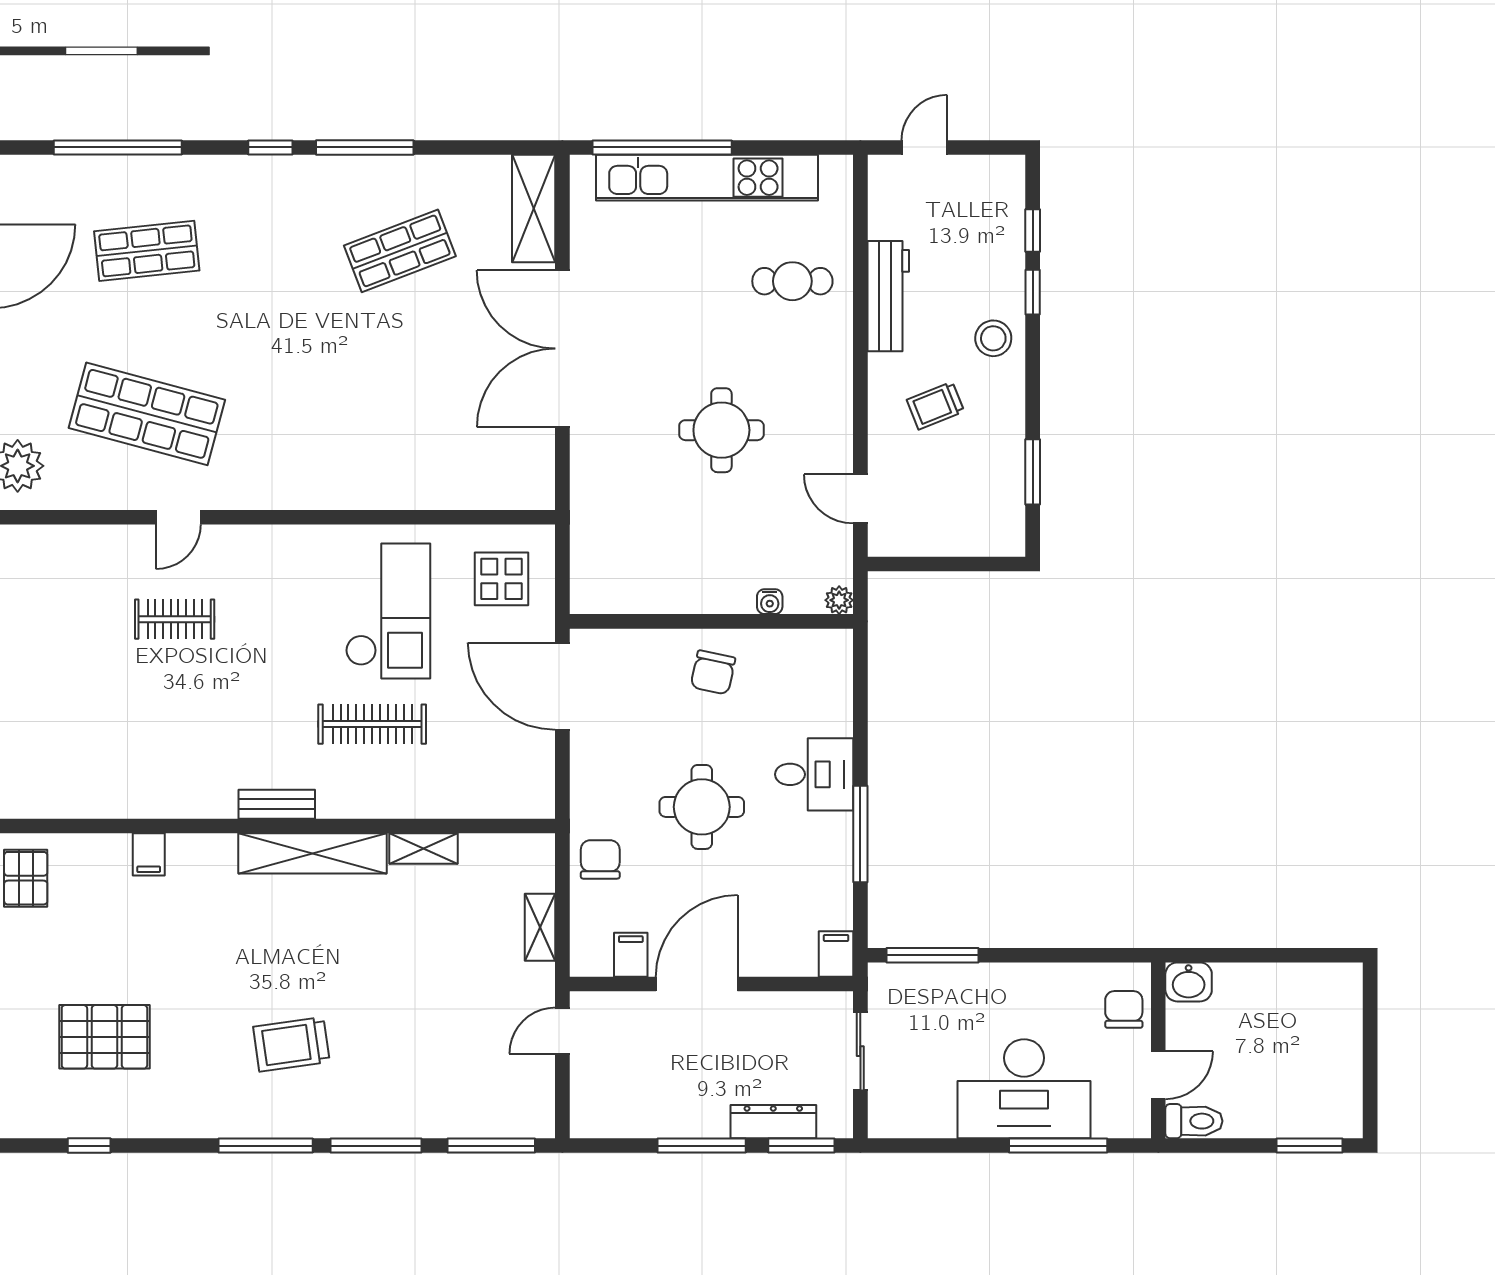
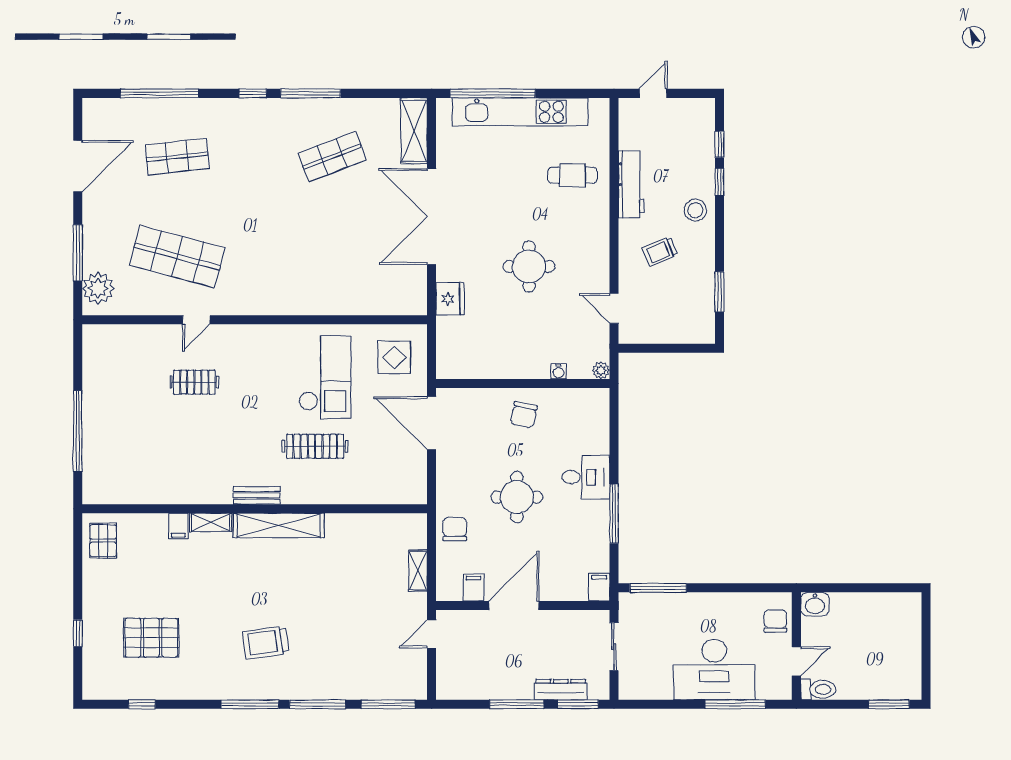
fridge: (592, 483) -> (450, 299), added
shelving: (423, 848) -> (211, 522), moved

